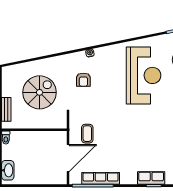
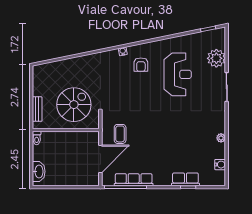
reception desk: (143, 75) -> (178, 74), width x0.74, depth x0.77
armchair: (83, 80) -> (141, 65), moved
spiral stairs: (40, 92) -> (74, 105), moved

